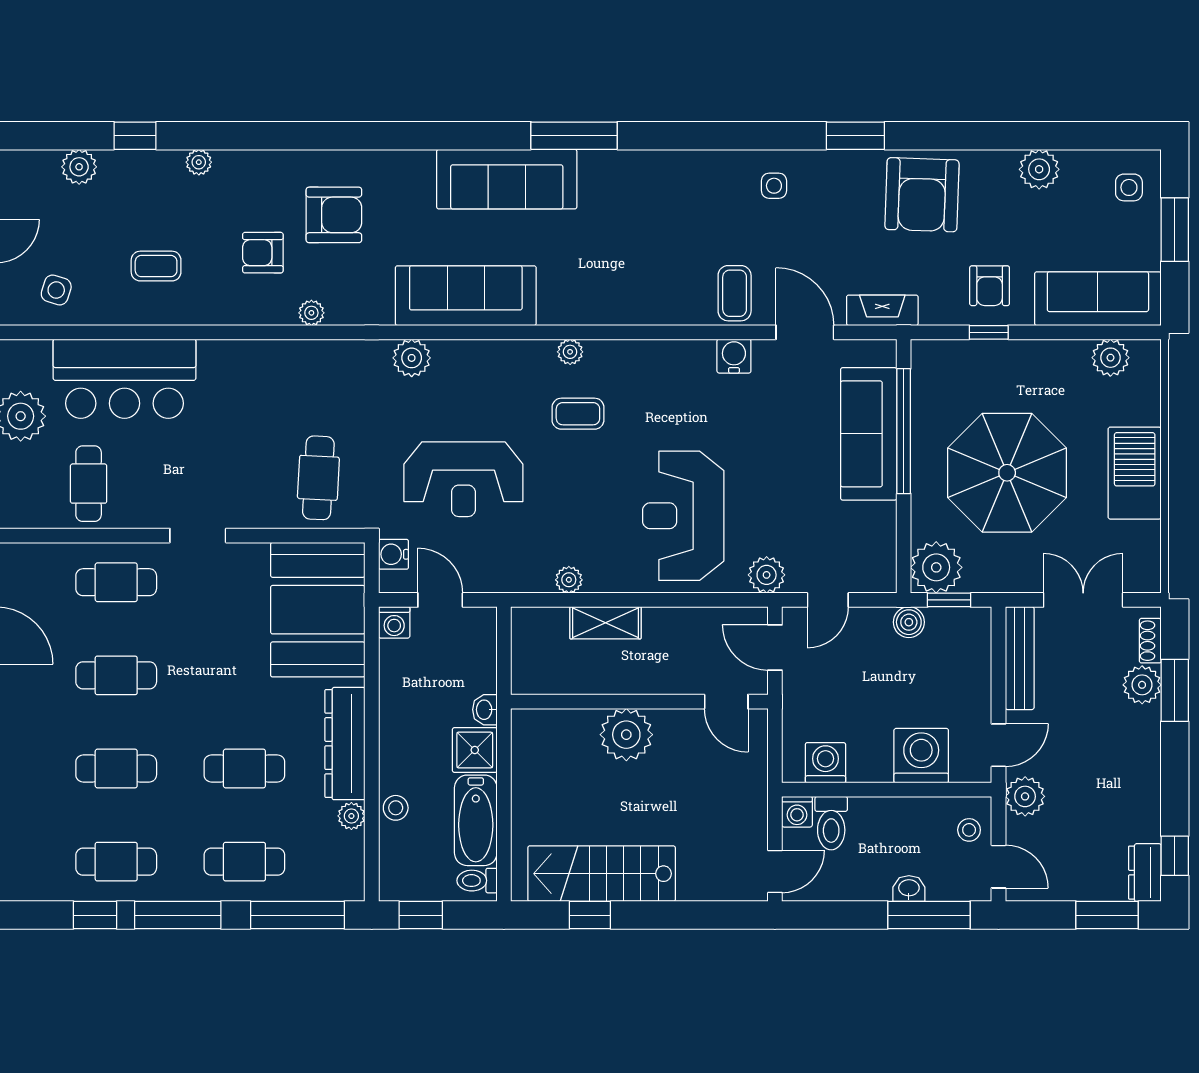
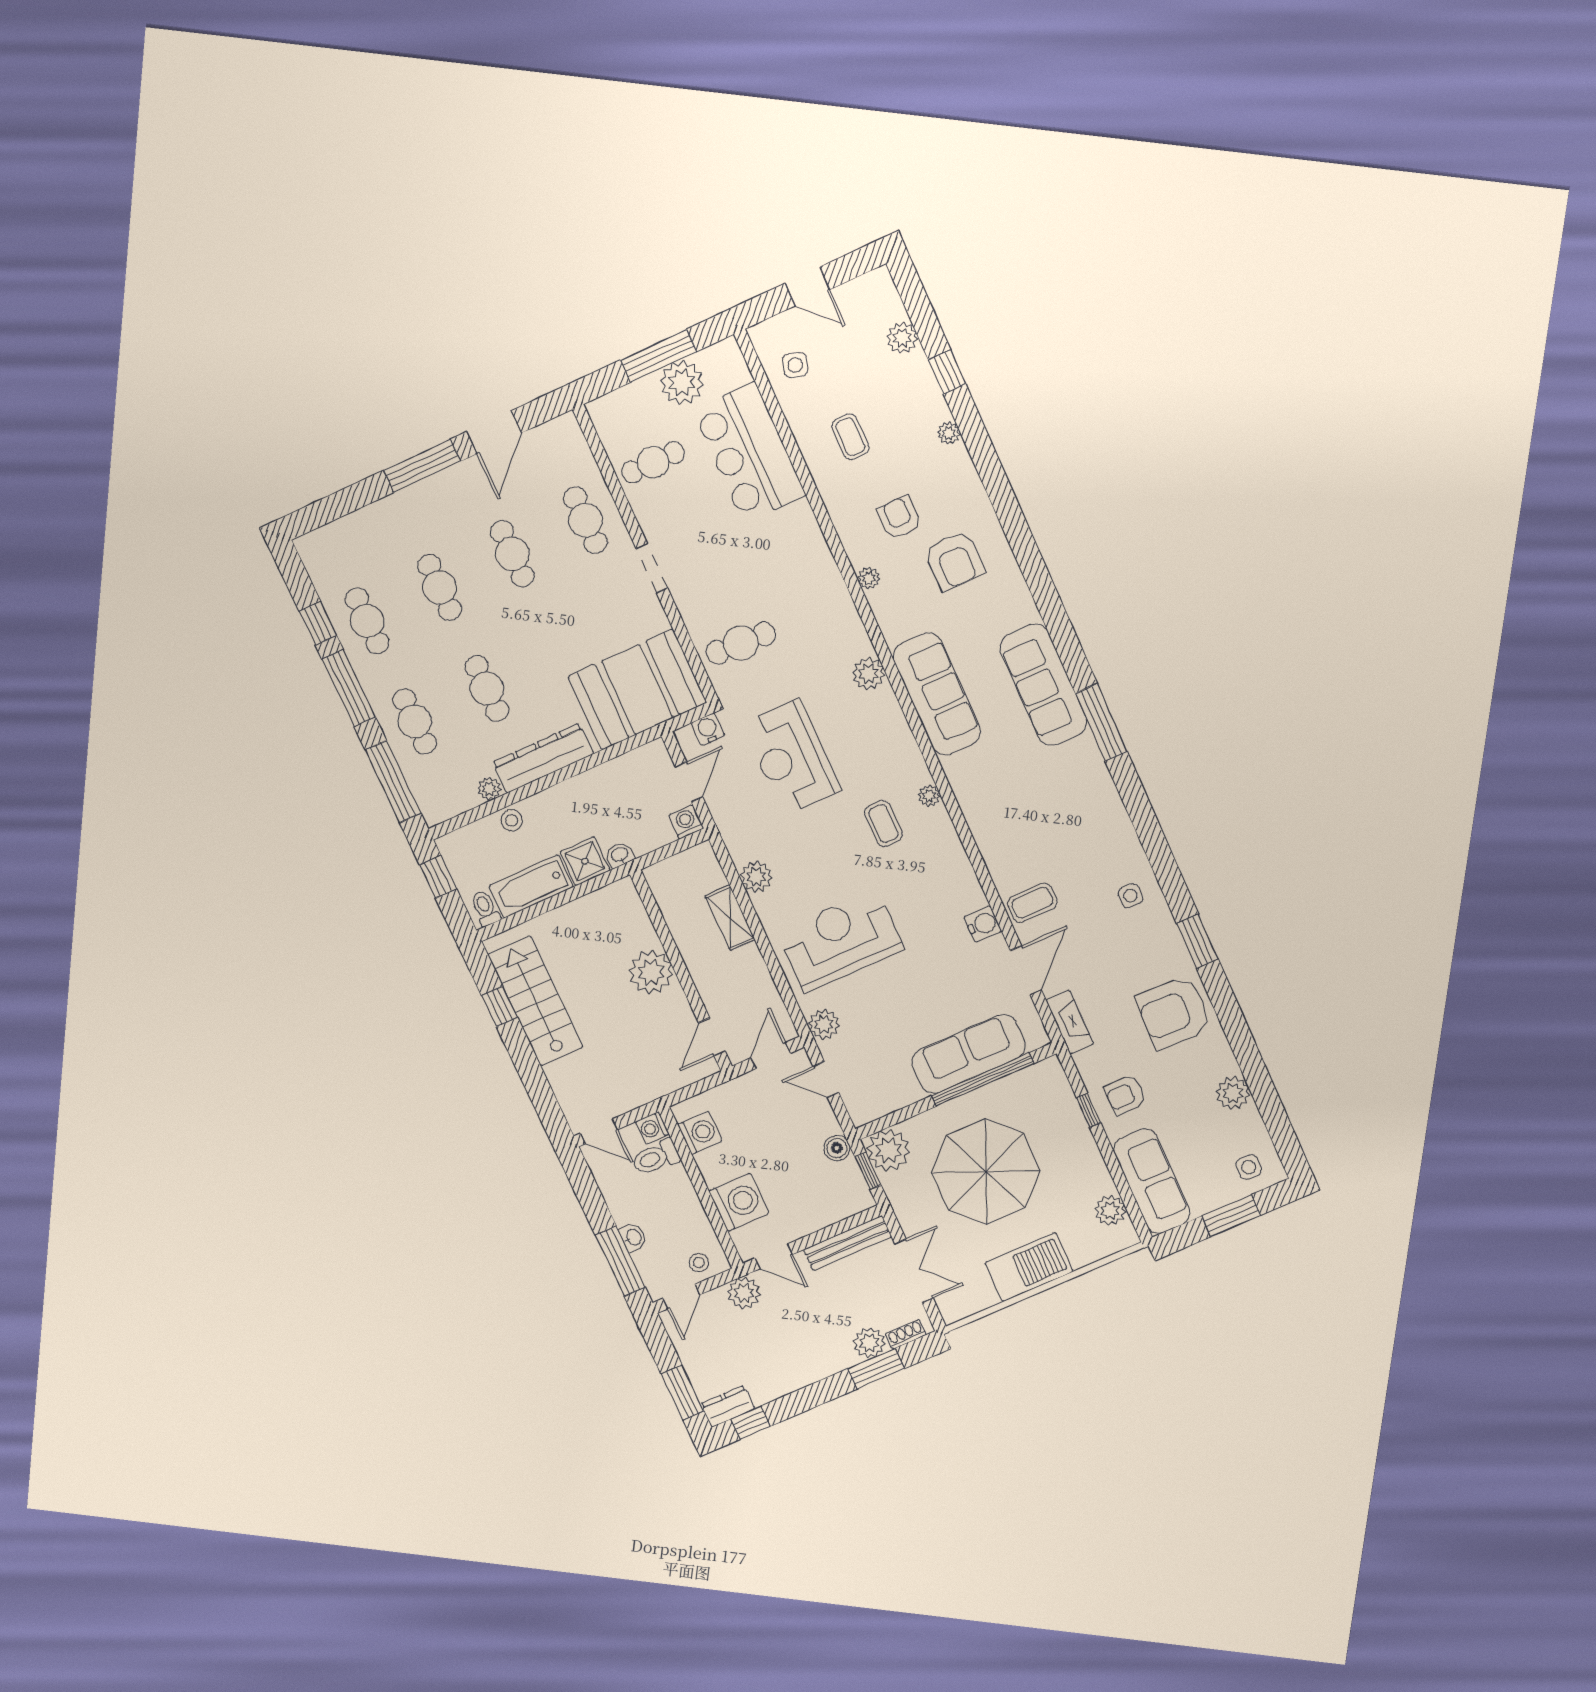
plant: (569, 580) -> (756, 877), width x1.38, depth x1.38
washing machine: (394, 622) -> (686, 822), moved, turned 90

